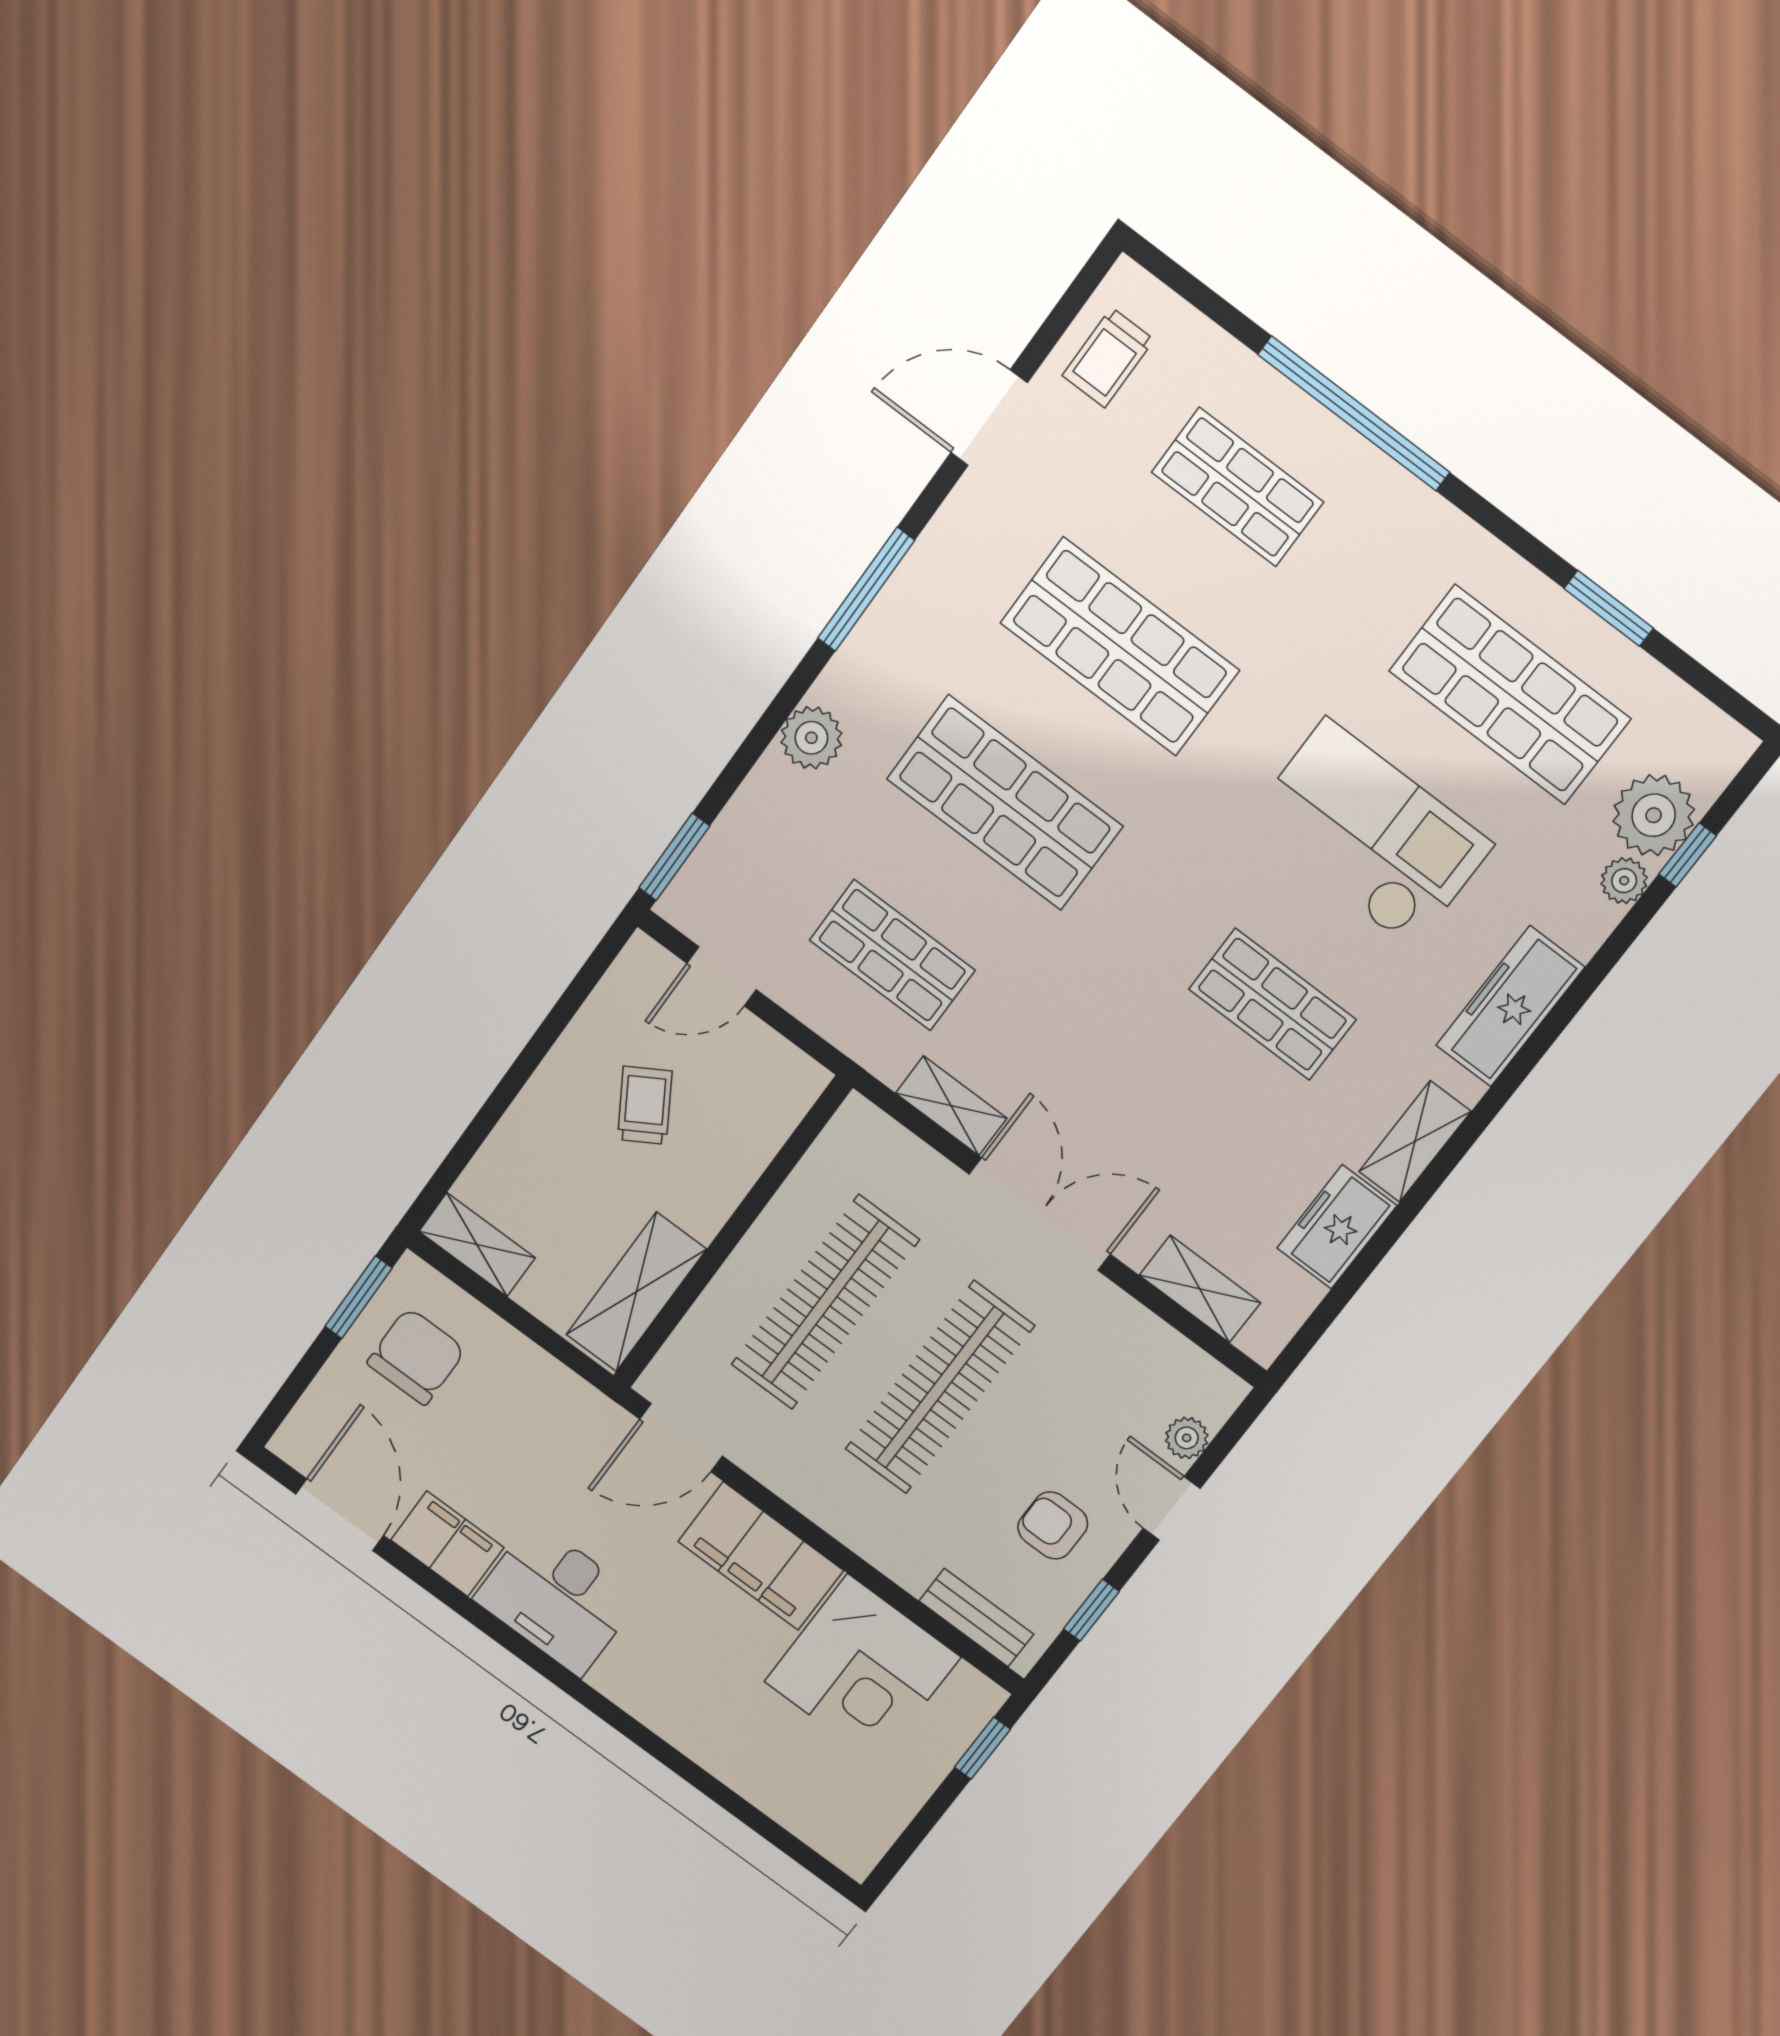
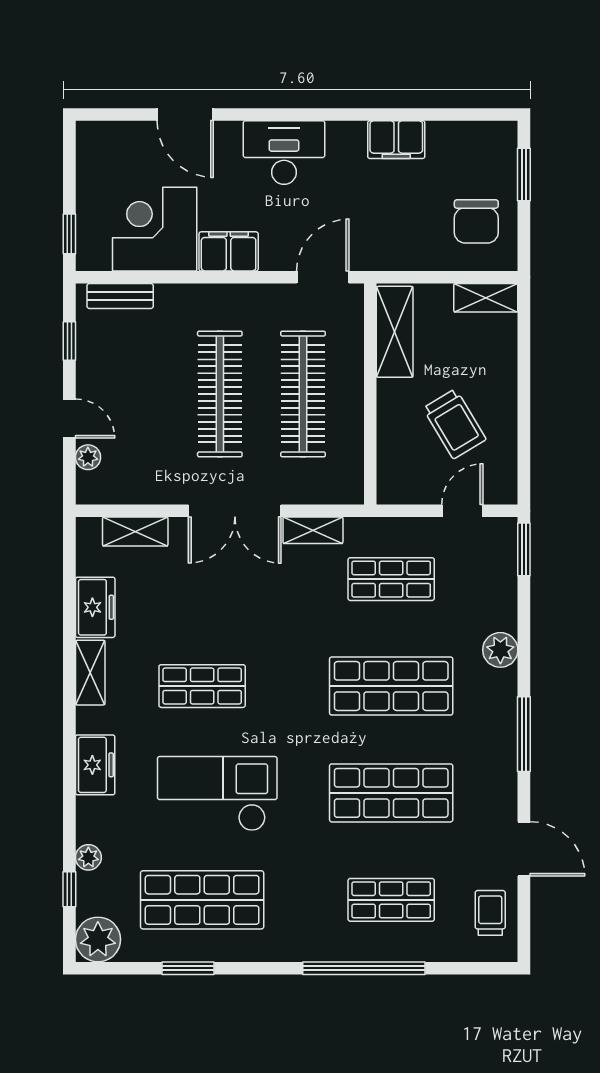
door: (989, 418) -> (524, 849), hinge flipped
plant: (1654, 815) -> (98, 939), moved
checkout: (1369, 834) -> (217, 794), turned 180
freezer: (1510, 1006) -> (95, 765), width x0.71
trolley: (645, 1105) -> (454, 424), width x1.36, depth x1.39
window: (358, 1297) -> (524, 175), moved
door: (340, 1515) -> (185, 114), moved
armchair: (1053, 1525) -> (118, 368), removed
filing cabinet: (761, 1556) -> (229, 251), width x0.67, depth x0.86
desk: (557, 1598) -> (284, 153), moved

